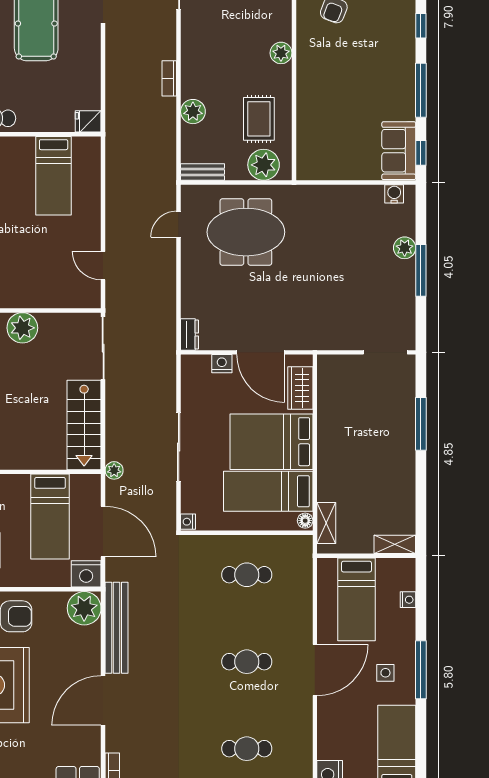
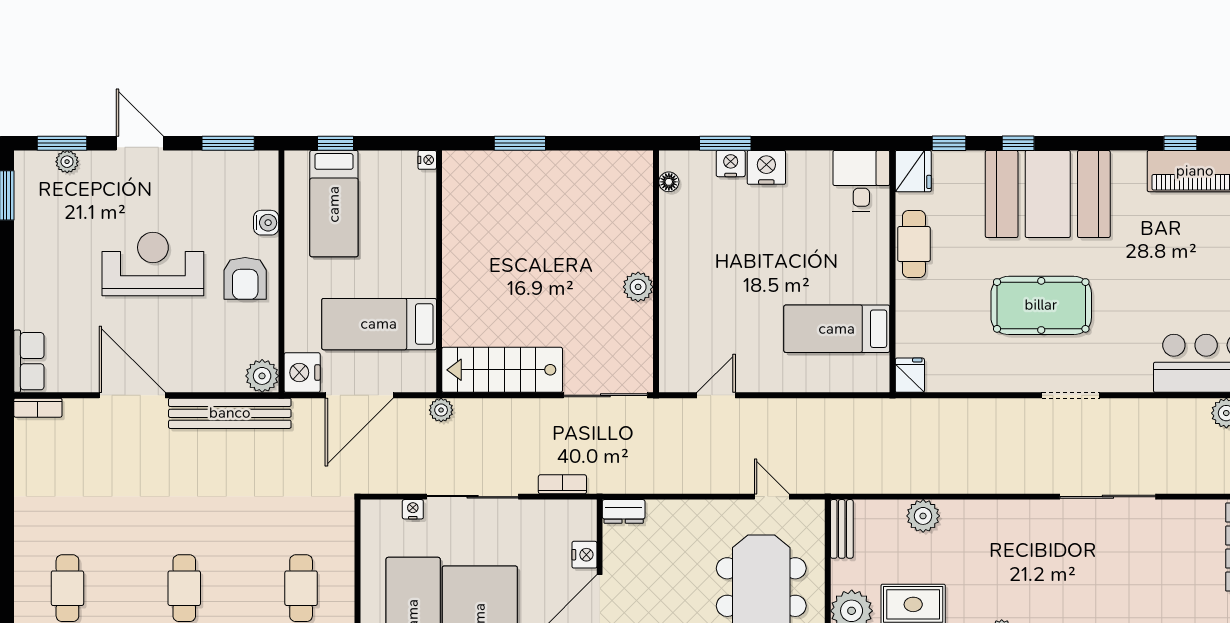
bookcase: (169, 78) -> (562, 484), moved
plant: (22, 328) -> (638, 287), width x0.73, depth x0.73
nightstand: (188, 522) -> (413, 509), moved
plant: (84, 608) -> (262, 376), width x0.73, depth x0.73

